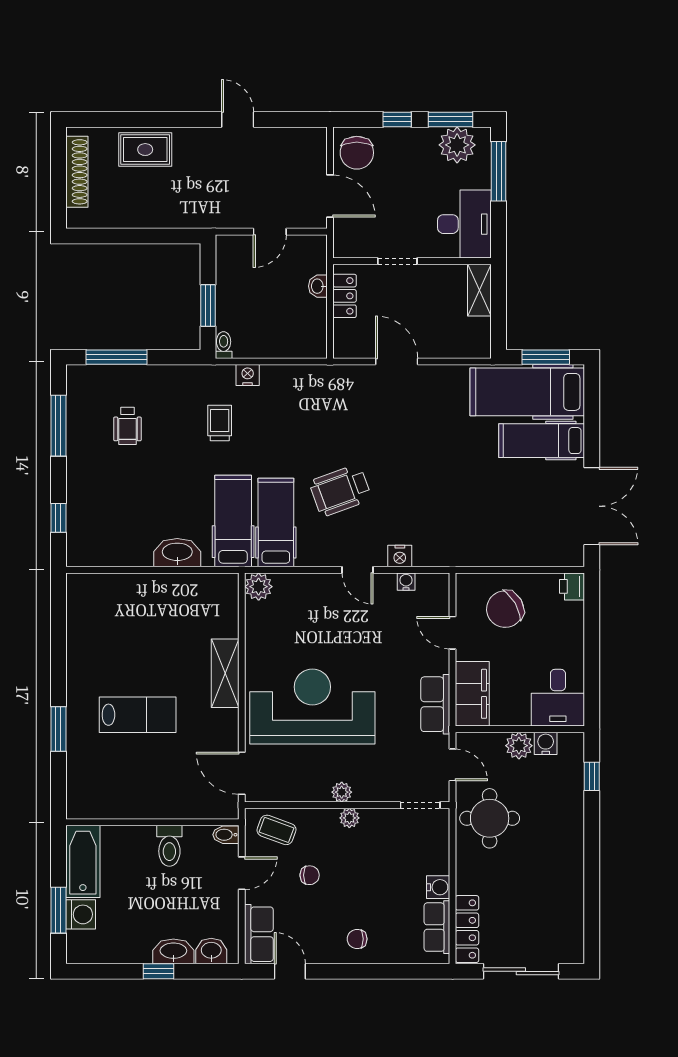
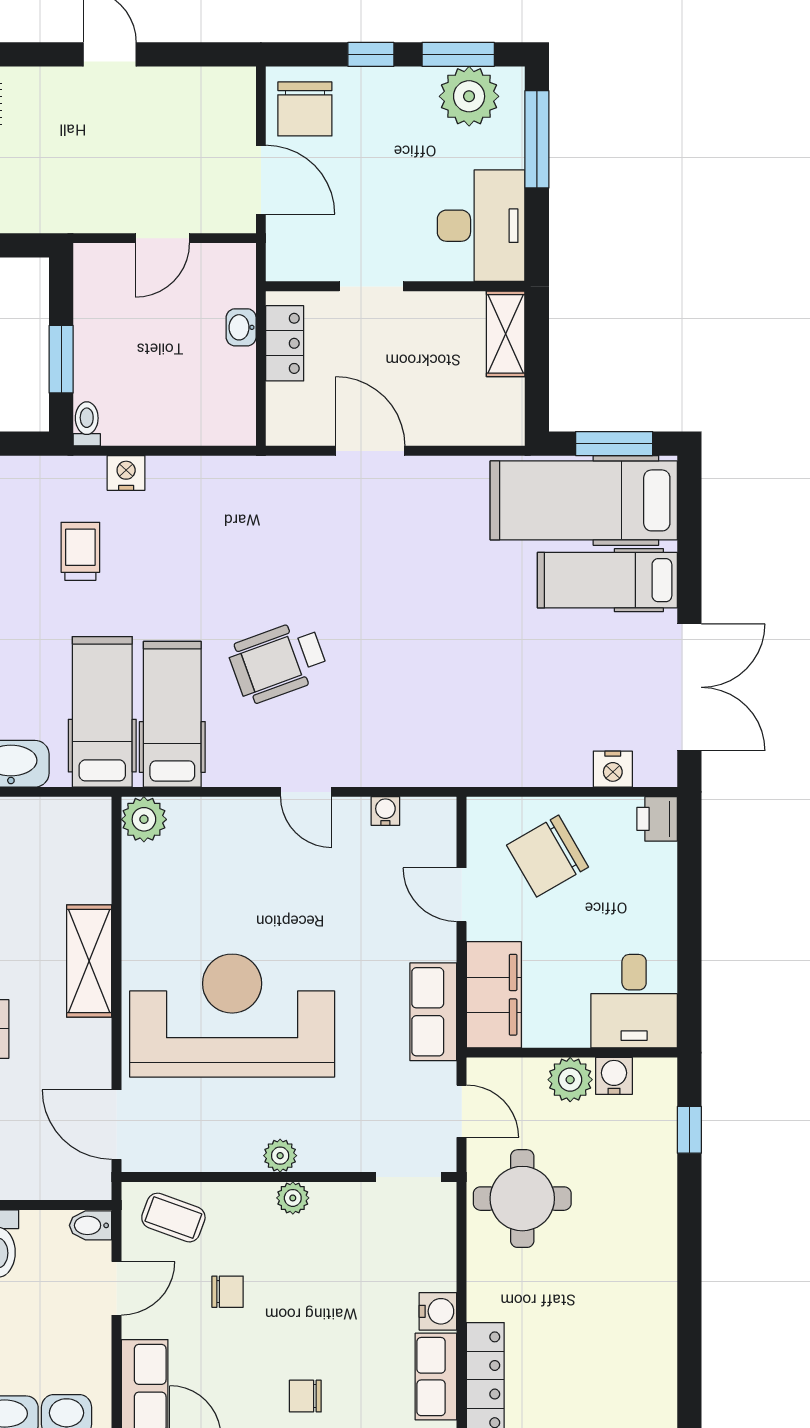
nightstand: (400, 556) -> (613, 769), moved

